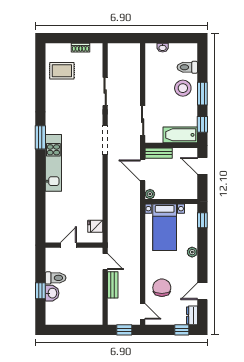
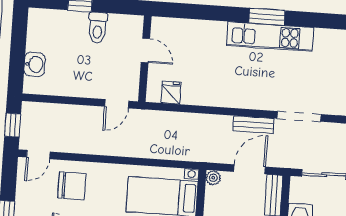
window: (40, 137) -> (267, 17), moved
bench: (113, 285) -> (253, 125), moved
washbasin: (52, 293) -> (34, 64), moved, turned -90

